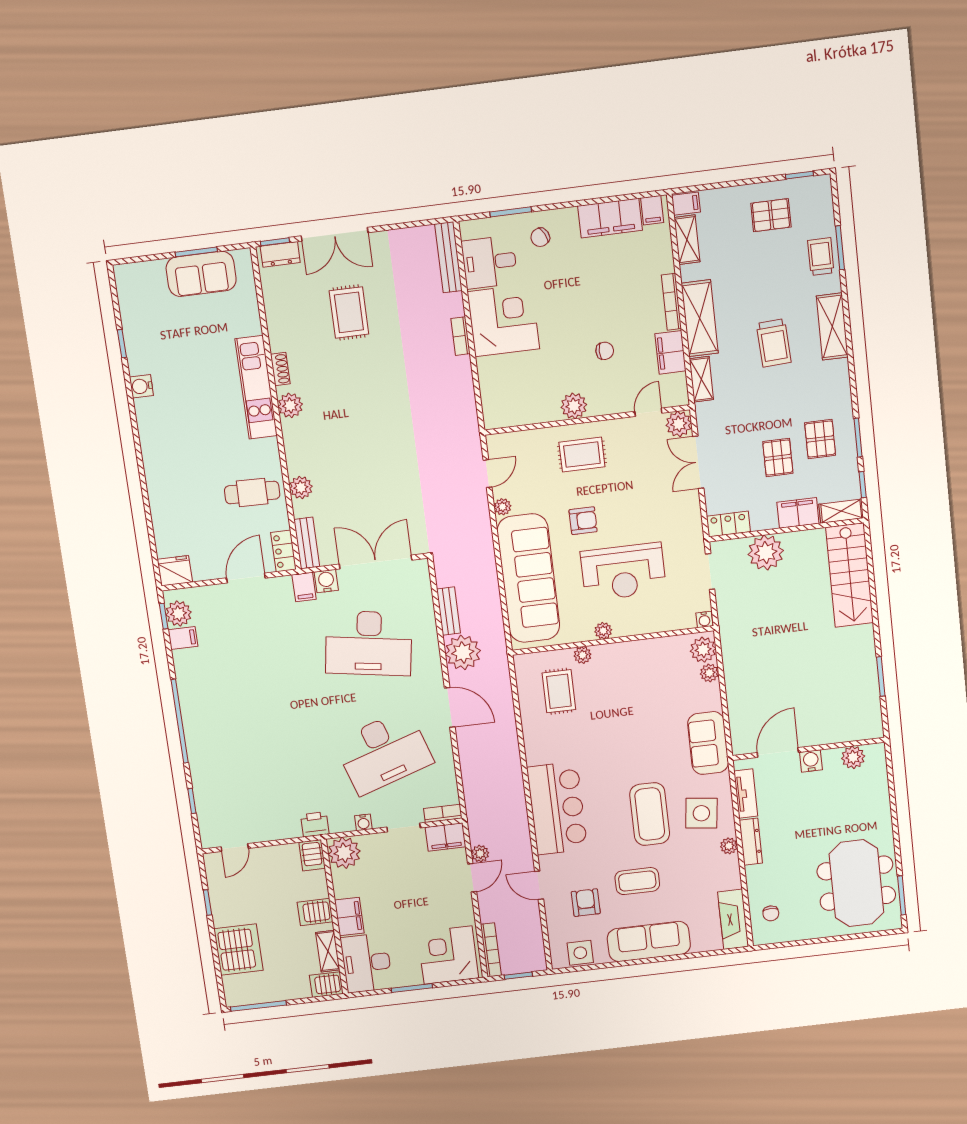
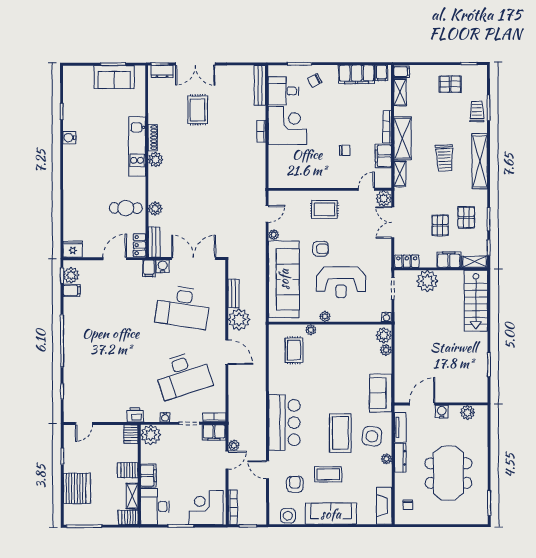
shelving: (832, 327) -> (480, 161), width x1.47
shoe rack: (280, 369) -> (153, 138), width x1.43
plant: (574, 406) -> (323, 180), removed
meeting table: (856, 883) -> (448, 473), moved

